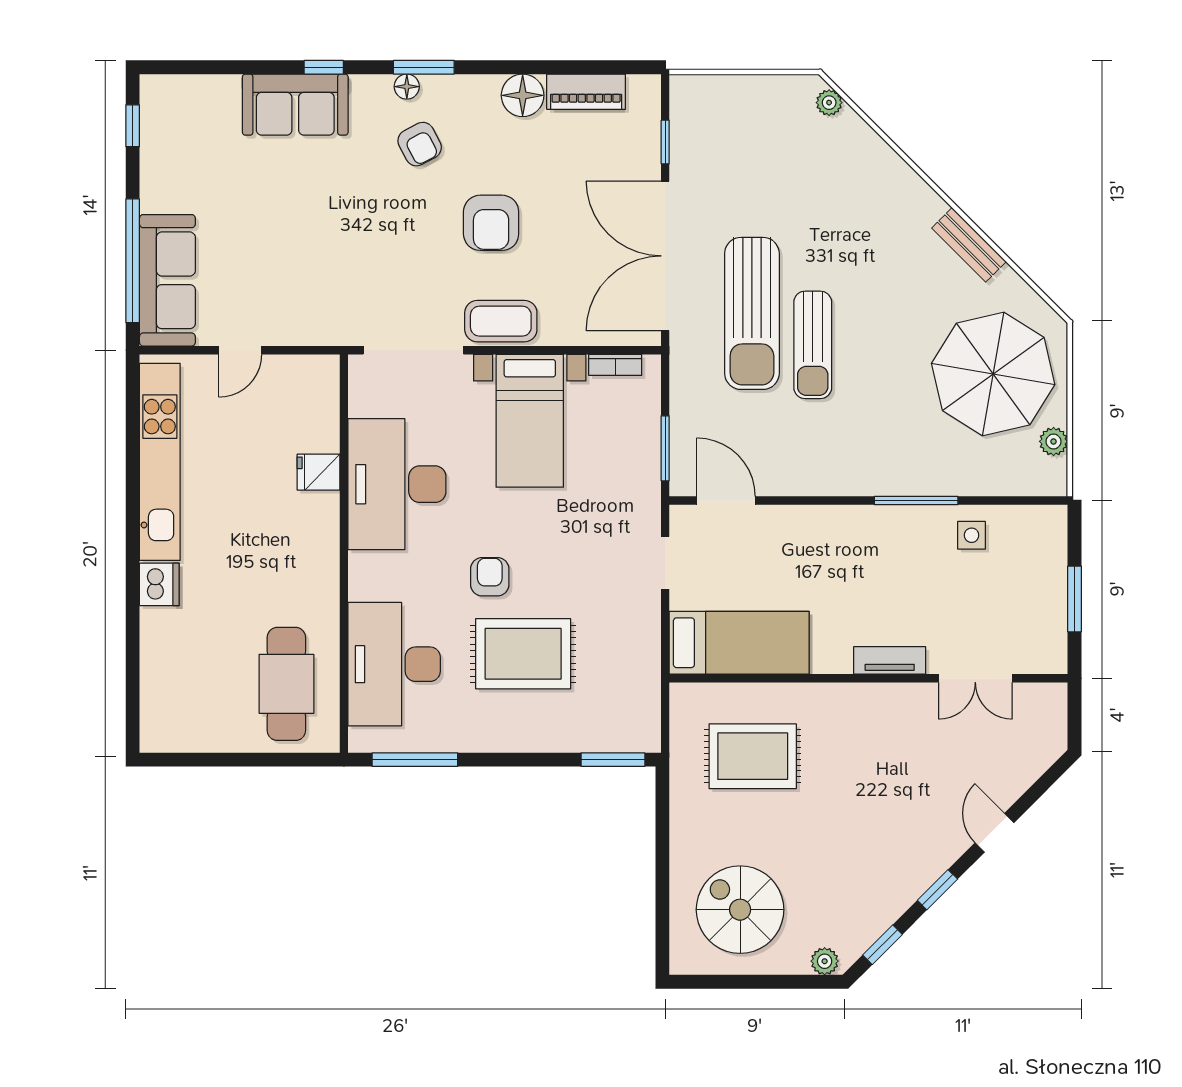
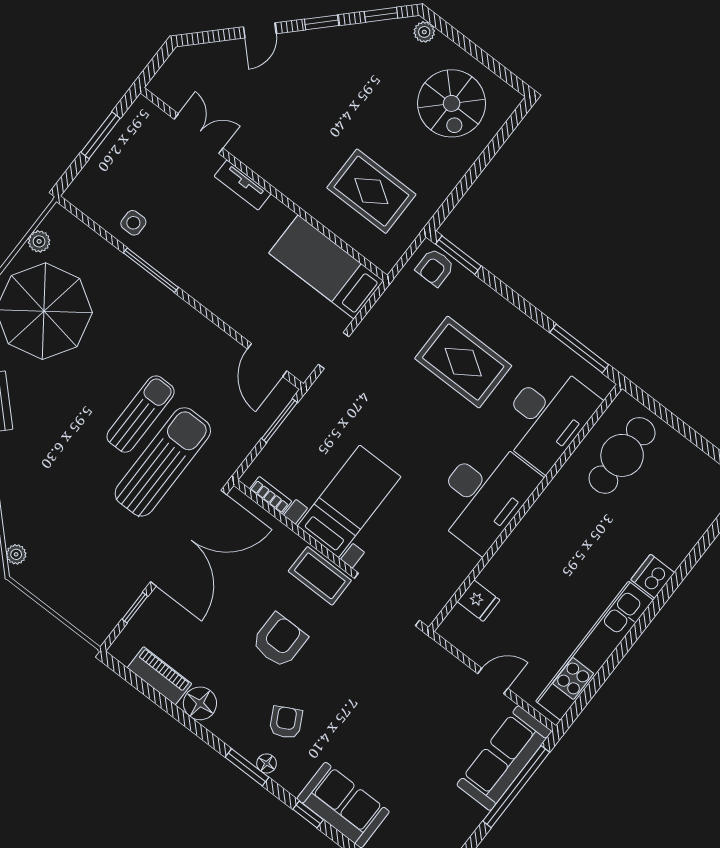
fridge: (318, 472) -> (479, 601), moved
desk: (397, 484) -> (484, 495), moved
armchair: (490, 577) -> (435, 267), moved

